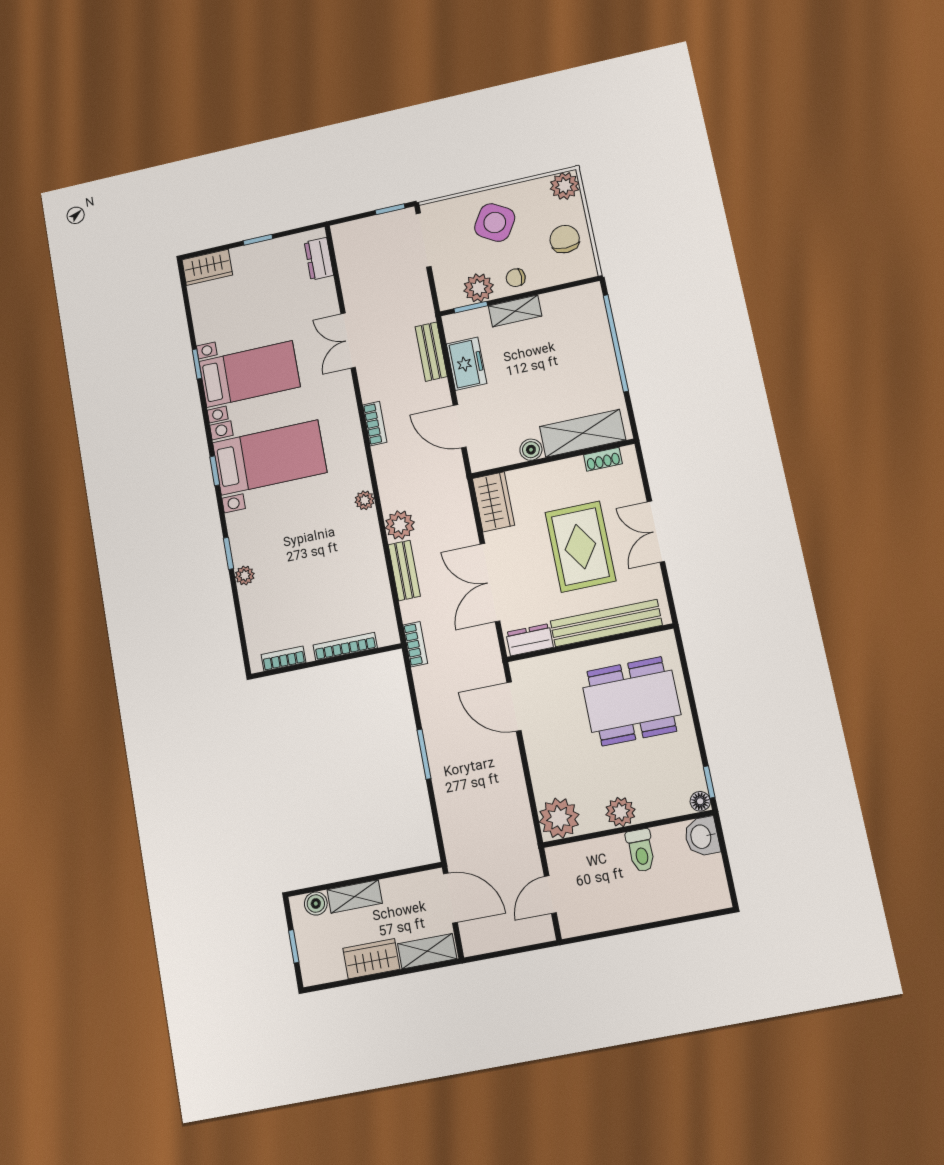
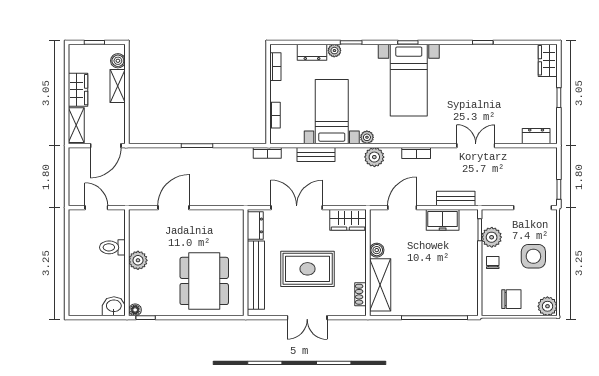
side table: (495, 223) -> (533, 256), turned -31
shelving: (515, 311) -> (471, 258), removed
bed with nightstands: (249, 374) -> (332, 112), moved, turned 180
plant: (400, 525) -> (374, 157), moved
double door: (656, 532) -> (307, 318), swing flipped
dresser: (253, 608) -> (312, 52), added
bookcase: (345, 646) -> (275, 115), width x0.64
door: (514, 707) -> (173, 208), moved
plant: (559, 818) -> (141, 222), removed
toilet: (641, 850) -> (112, 247), moved

